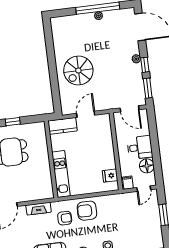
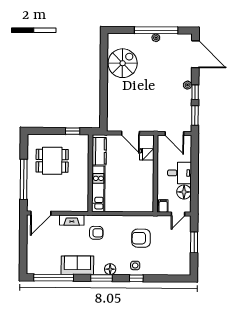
spiral stairs: (78, 71) -> (123, 63), moved, turned 180
door: (86, 114) -> (130, 133), swing flipped
window: (13, 122) -> (73, 131), moved
kitchen counter: (62, 126) -> (99, 151), moved, turned -90
fridge: (110, 176) -> (147, 154), moved
armchair: (87, 211) -> (141, 238), moved

